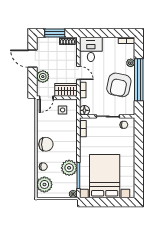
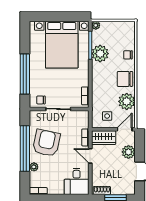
floor lamp: (84, 110) -> (84, 116), removed
window: (139, 149) -> (25, 74), added
plant: (44, 184) -> (127, 101), moved

